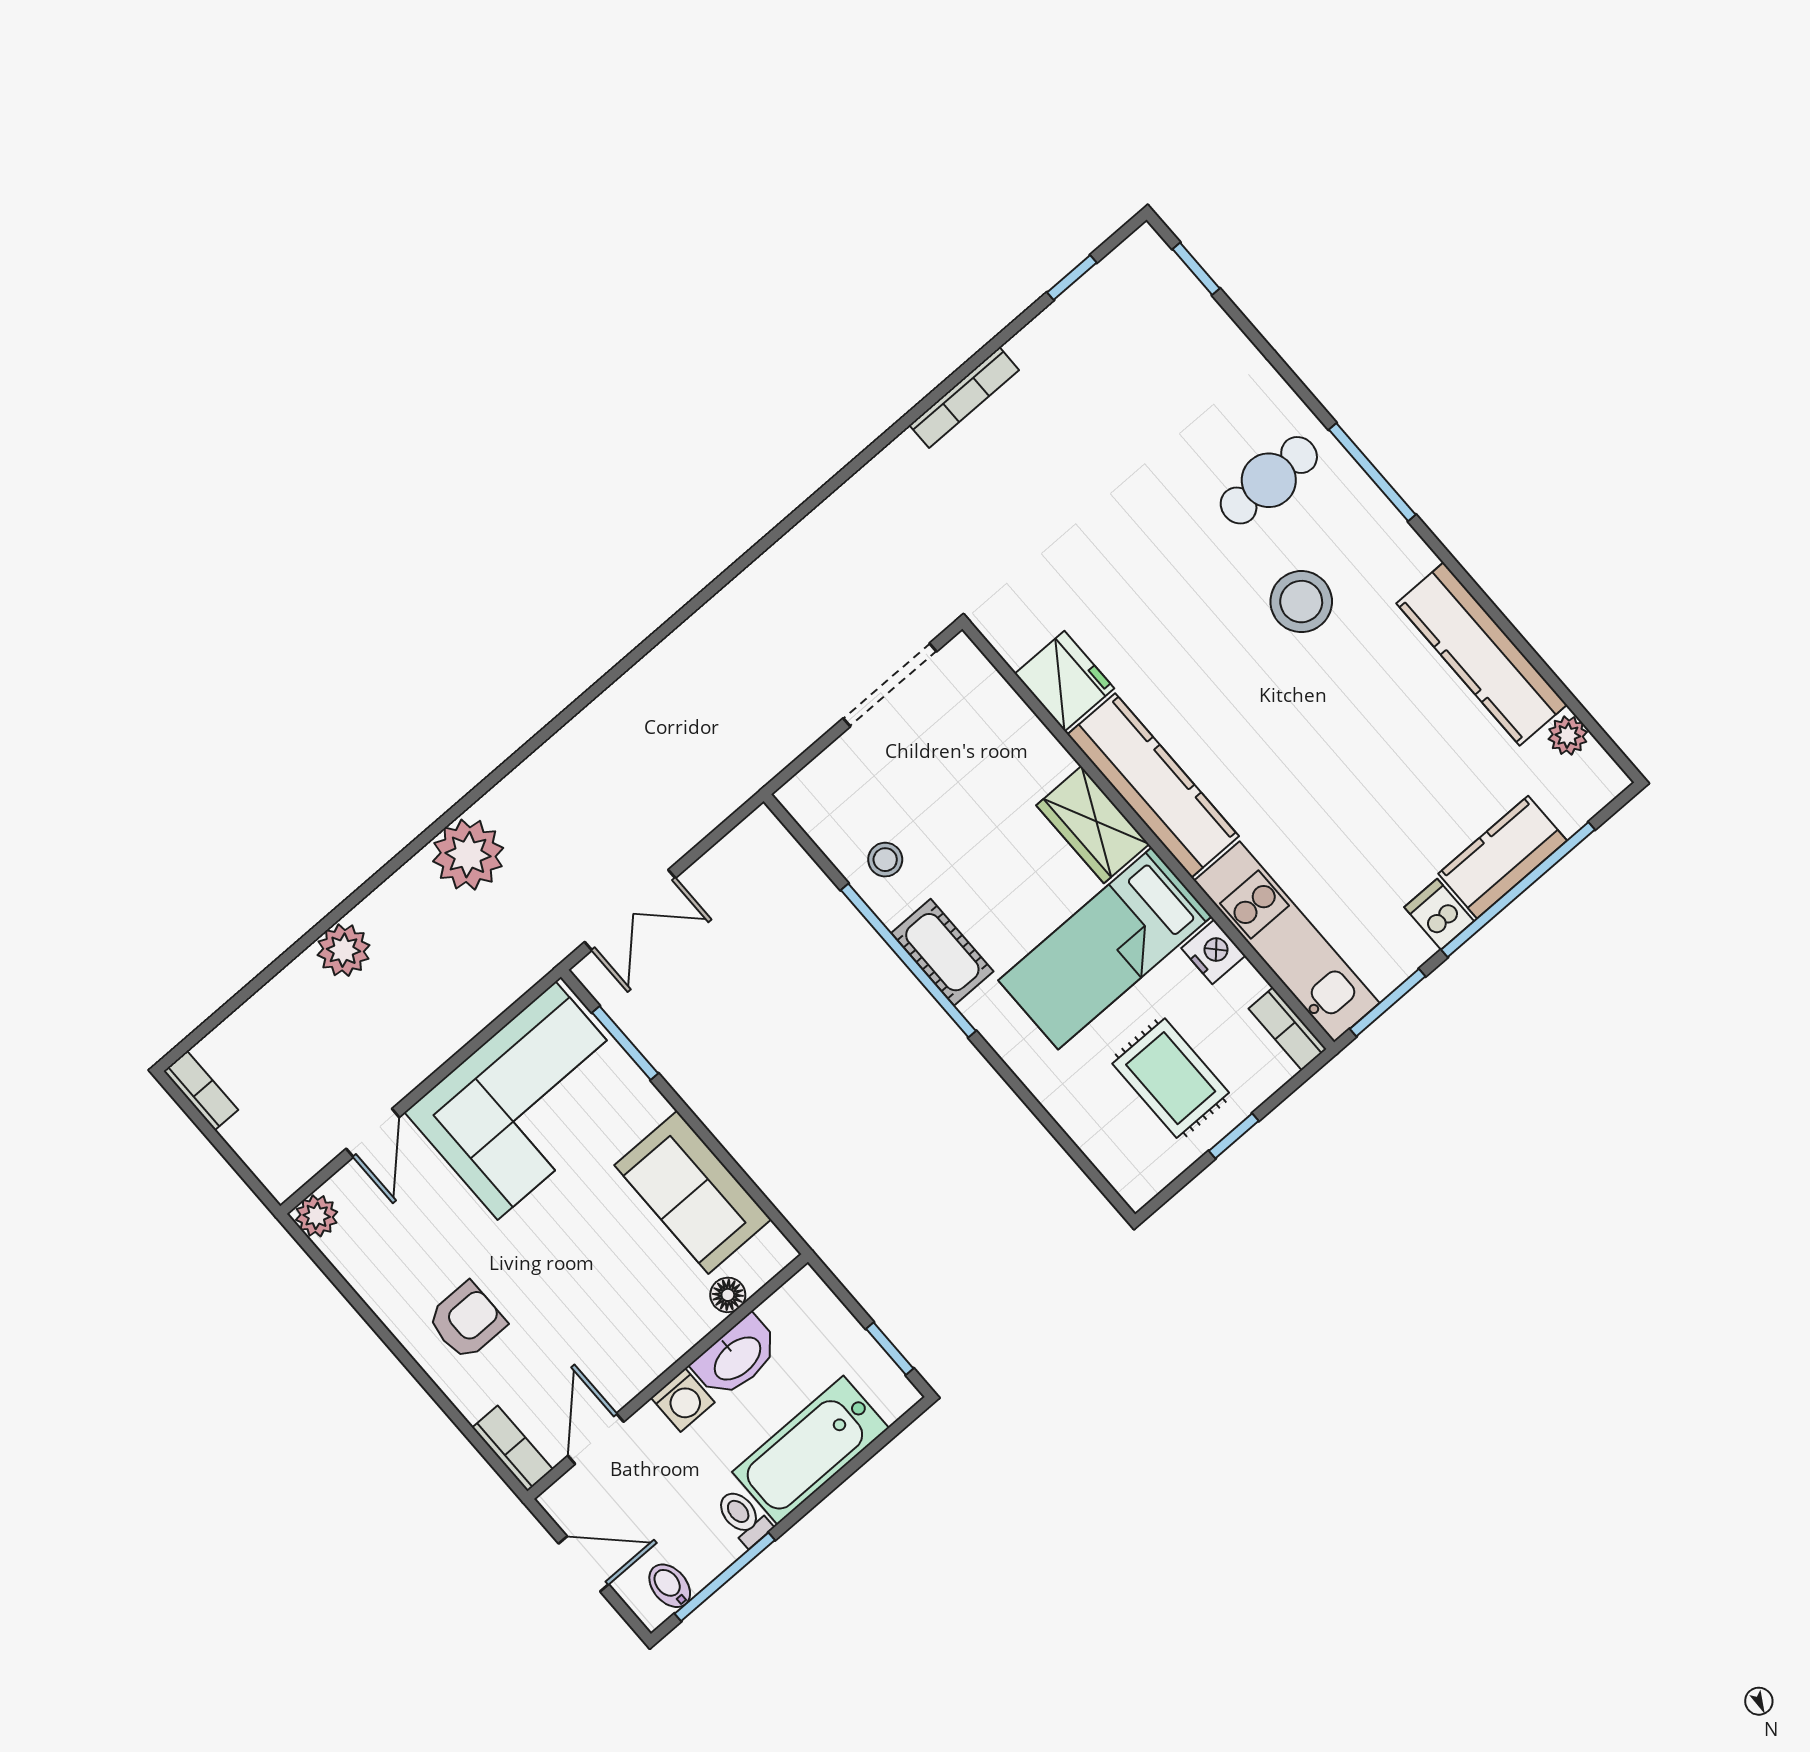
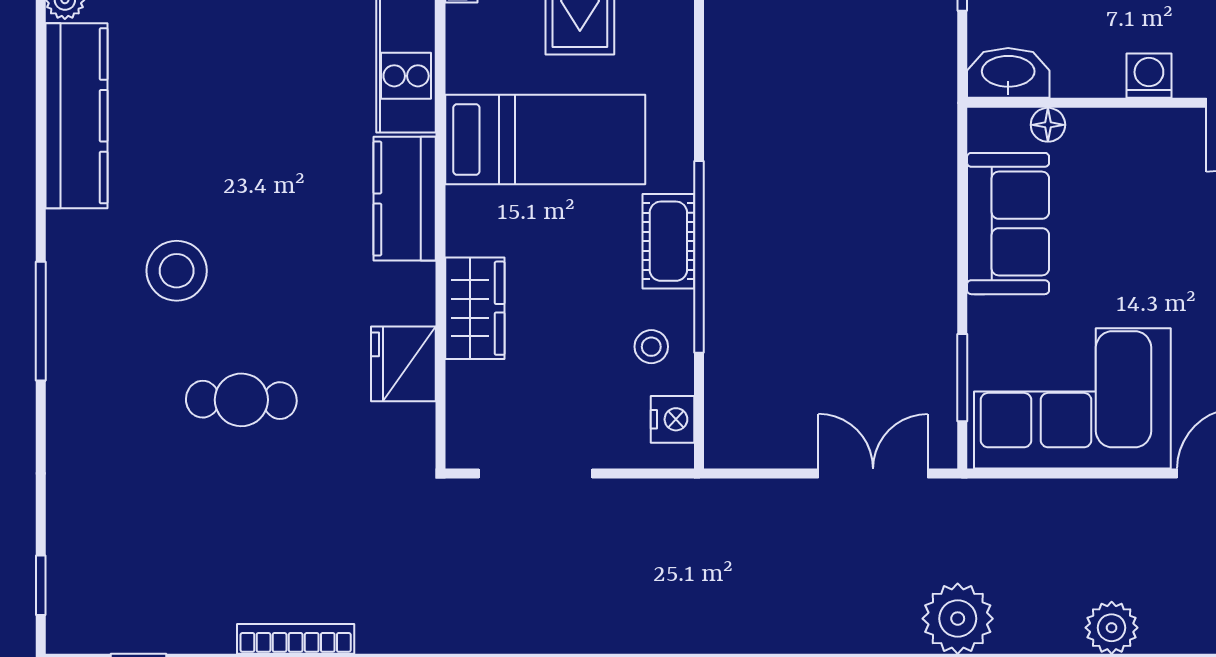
cafe table: (1269, 480) -> (241, 400), moved
kitchen counter: (1153, 785) -> (405, 199), width x0.67
wardrobe: (1093, 825) -> (475, 308), moved
nightstand: (1213, 952) -> (672, 419), moved, turned 180
washbasin: (736, 1357) -> (1008, 73), moved

